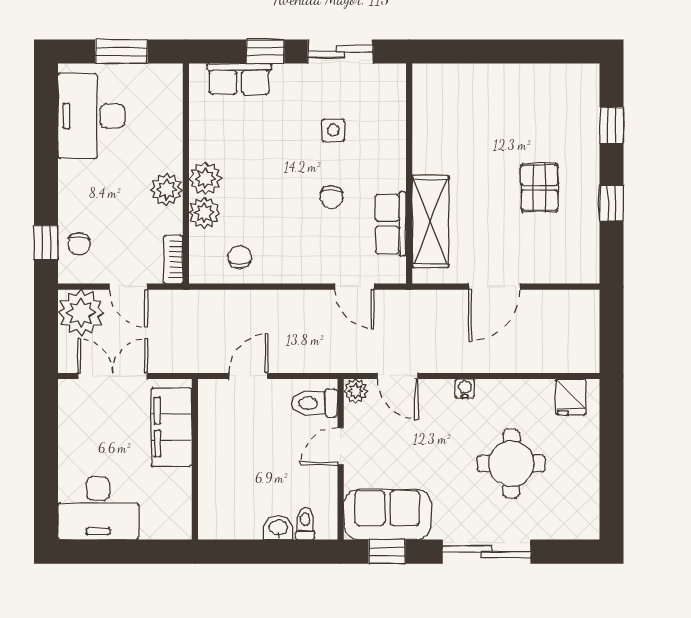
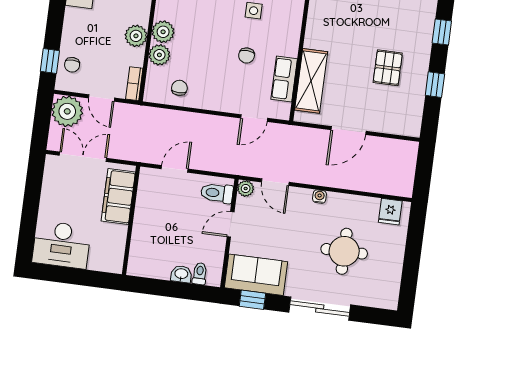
door: (355, 287) -> (254, 118), hinge flipped

